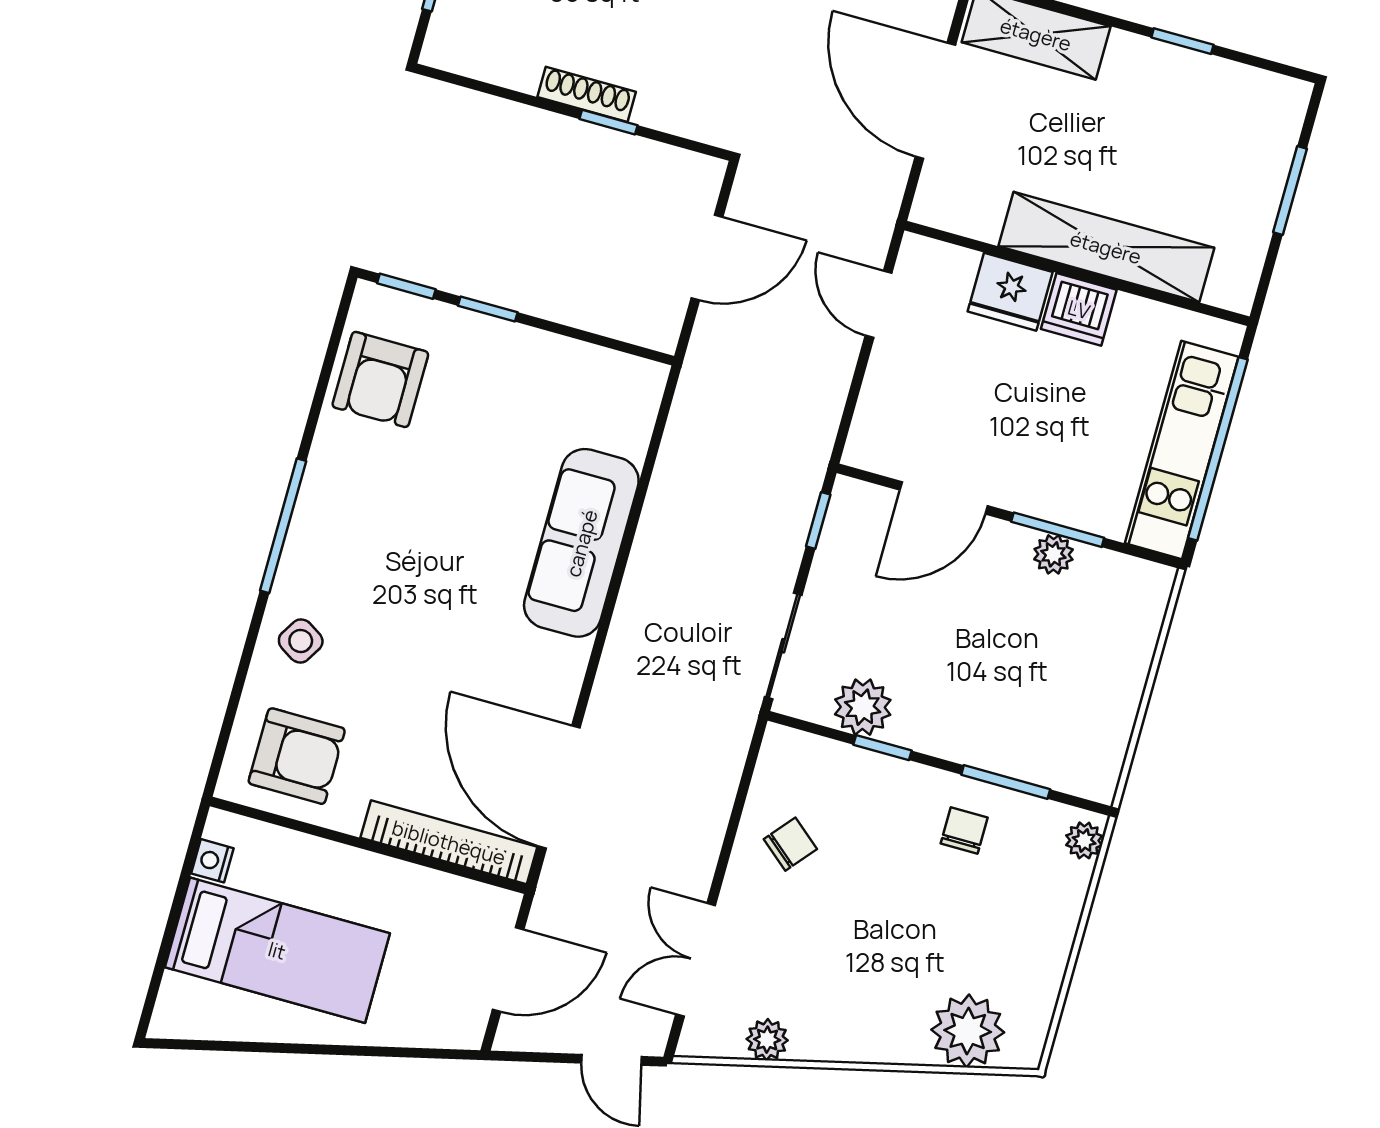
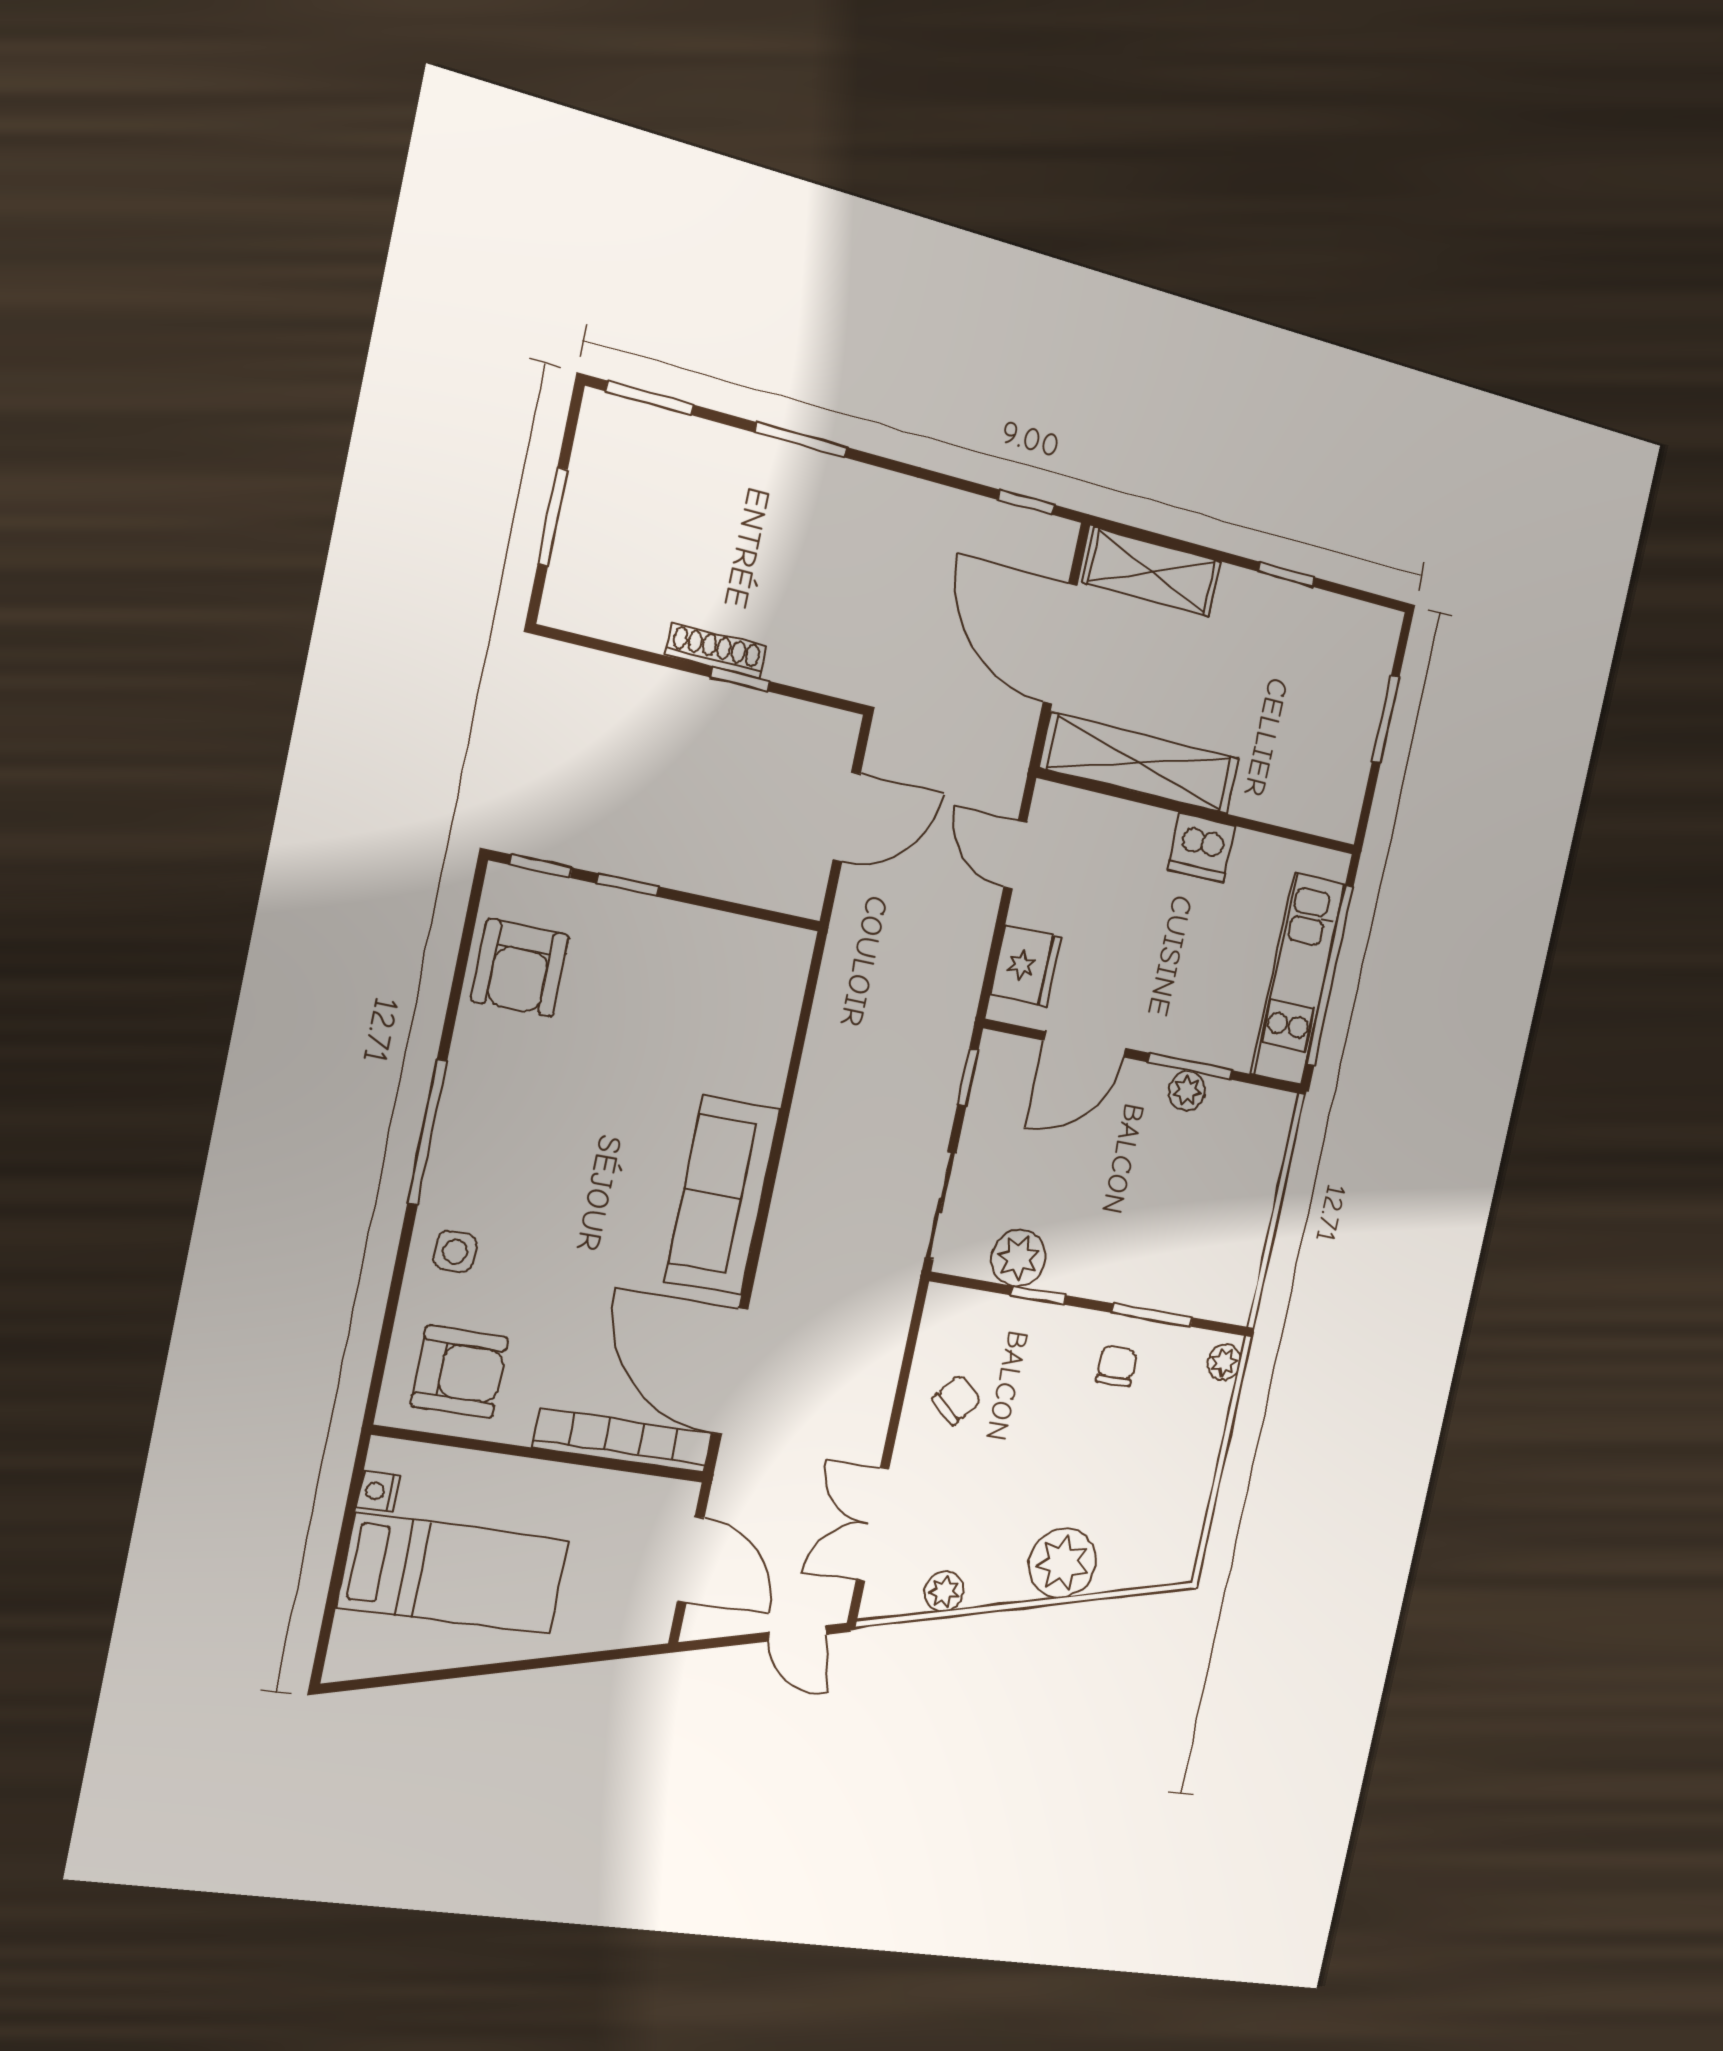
shelving: (1106, 247) -> (1140, 763), moved
fridge: (1010, 292) -> (1026, 966), moved, turned -90
sofa: (581, 543) -> (722, 1195), moved
side table: (301, 641) -> (455, 1252), turned -32
door: (508, 969) -> (691, 1560), hinge flipped
plant: (968, 1031) -> (1063, 1563), moved

